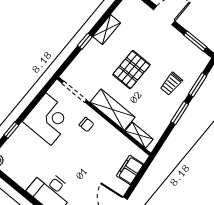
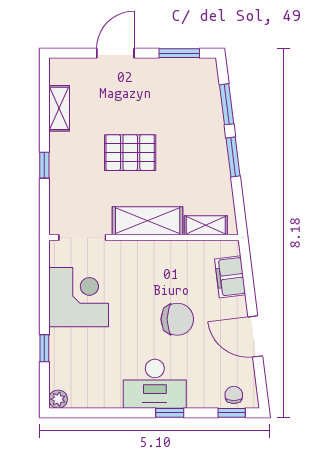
shelving: (107, 30) -> (59, 108), moved
pallet: (131, 70) -> (130, 153), turned 90
trolley: (171, 84) -> (193, 130), removed
chair: (86, 125) -> (177, 319), moved, width x1.87, depth x1.87

